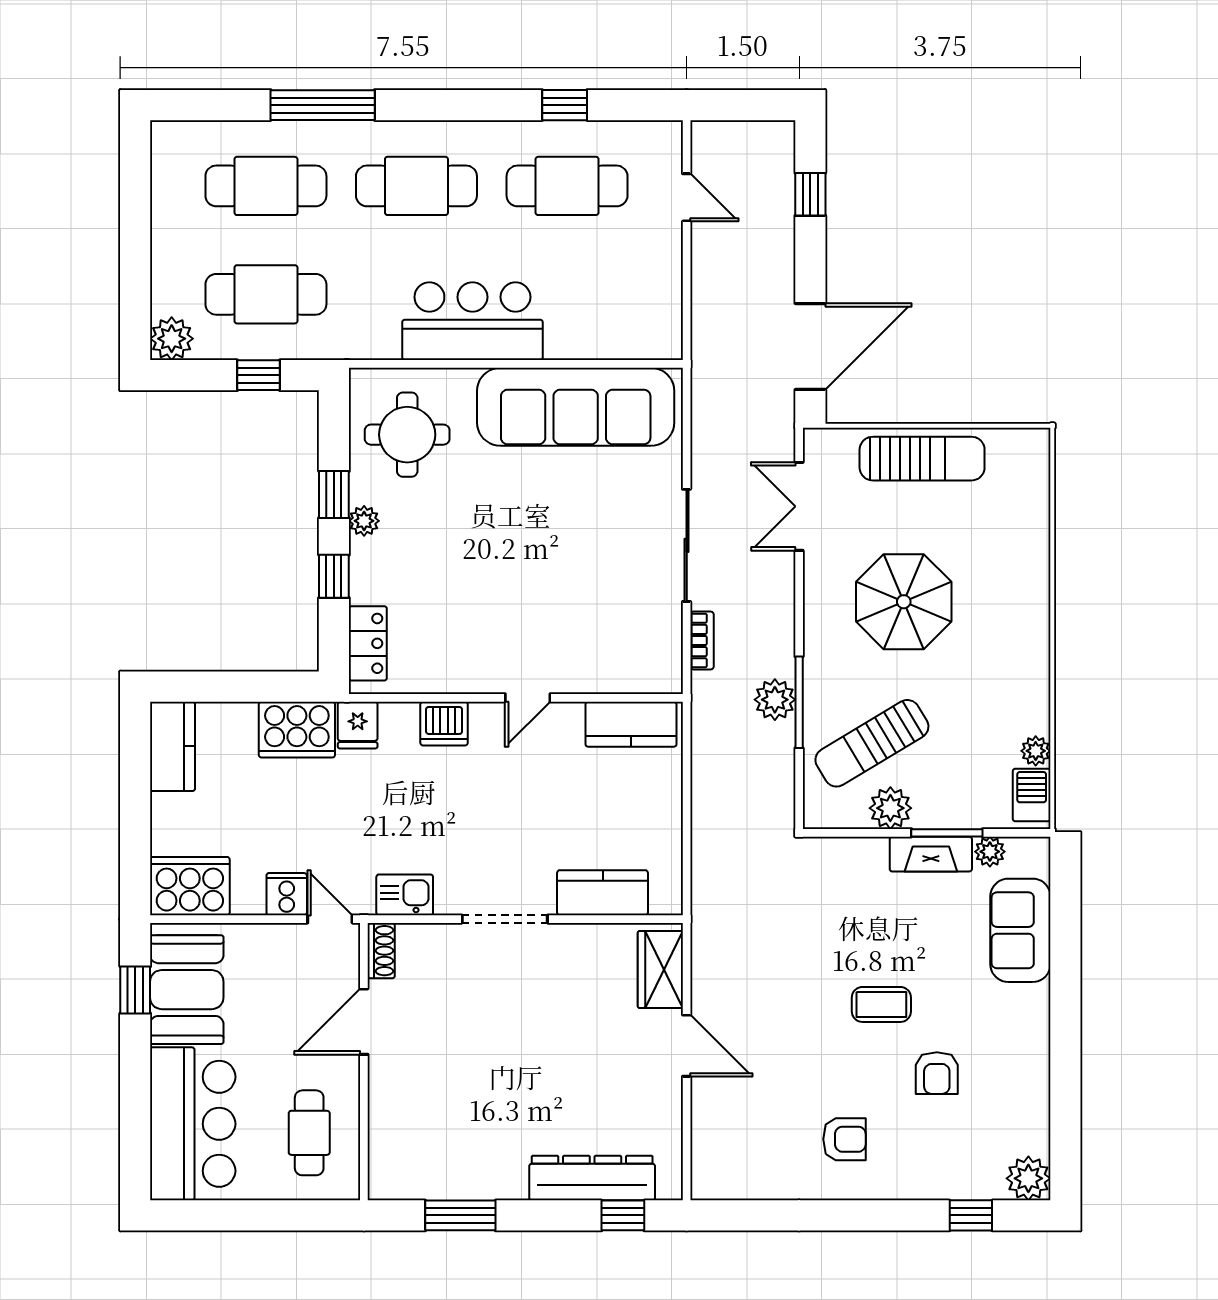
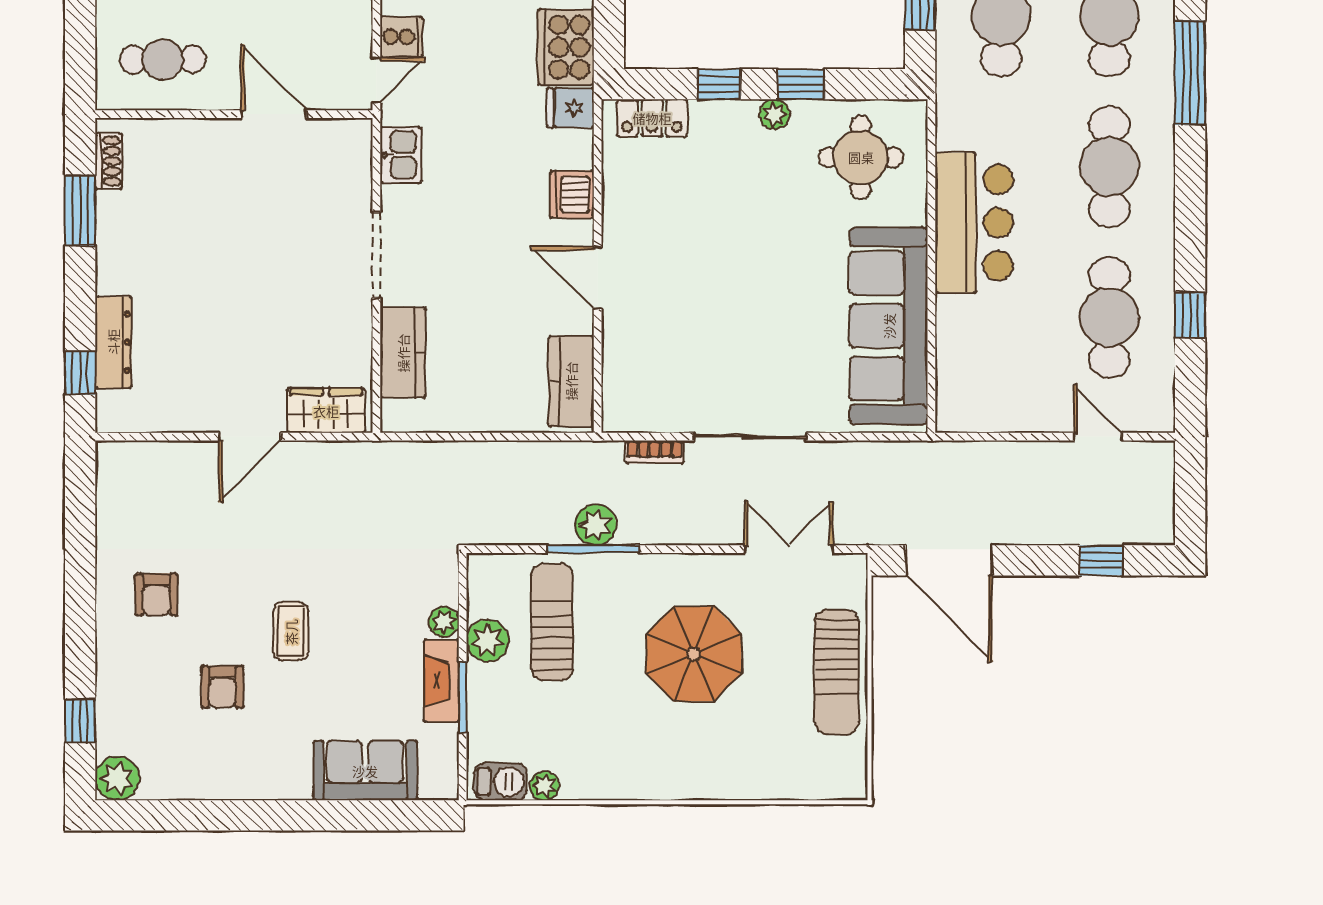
door: (687, 197) -> (1098, 437), swing flipped
door: (528, 698) -> (598, 278), width x1.37
sun lounger: (872, 743) -> (552, 622), turned 31
plant: (990, 852) -> (444, 622), moved
shoe rack: (381, 951) -> (109, 161), moved, turned -90
armchair: (937, 1073) -> (222, 687), turned -90
dresser: (592, 1178) -> (113, 342), width x0.73, depth x0.80

